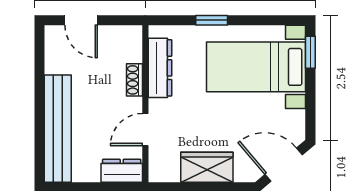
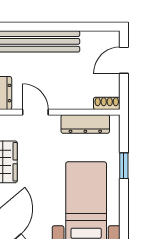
shoe rack: (134, 80) -> (107, 103), moved

